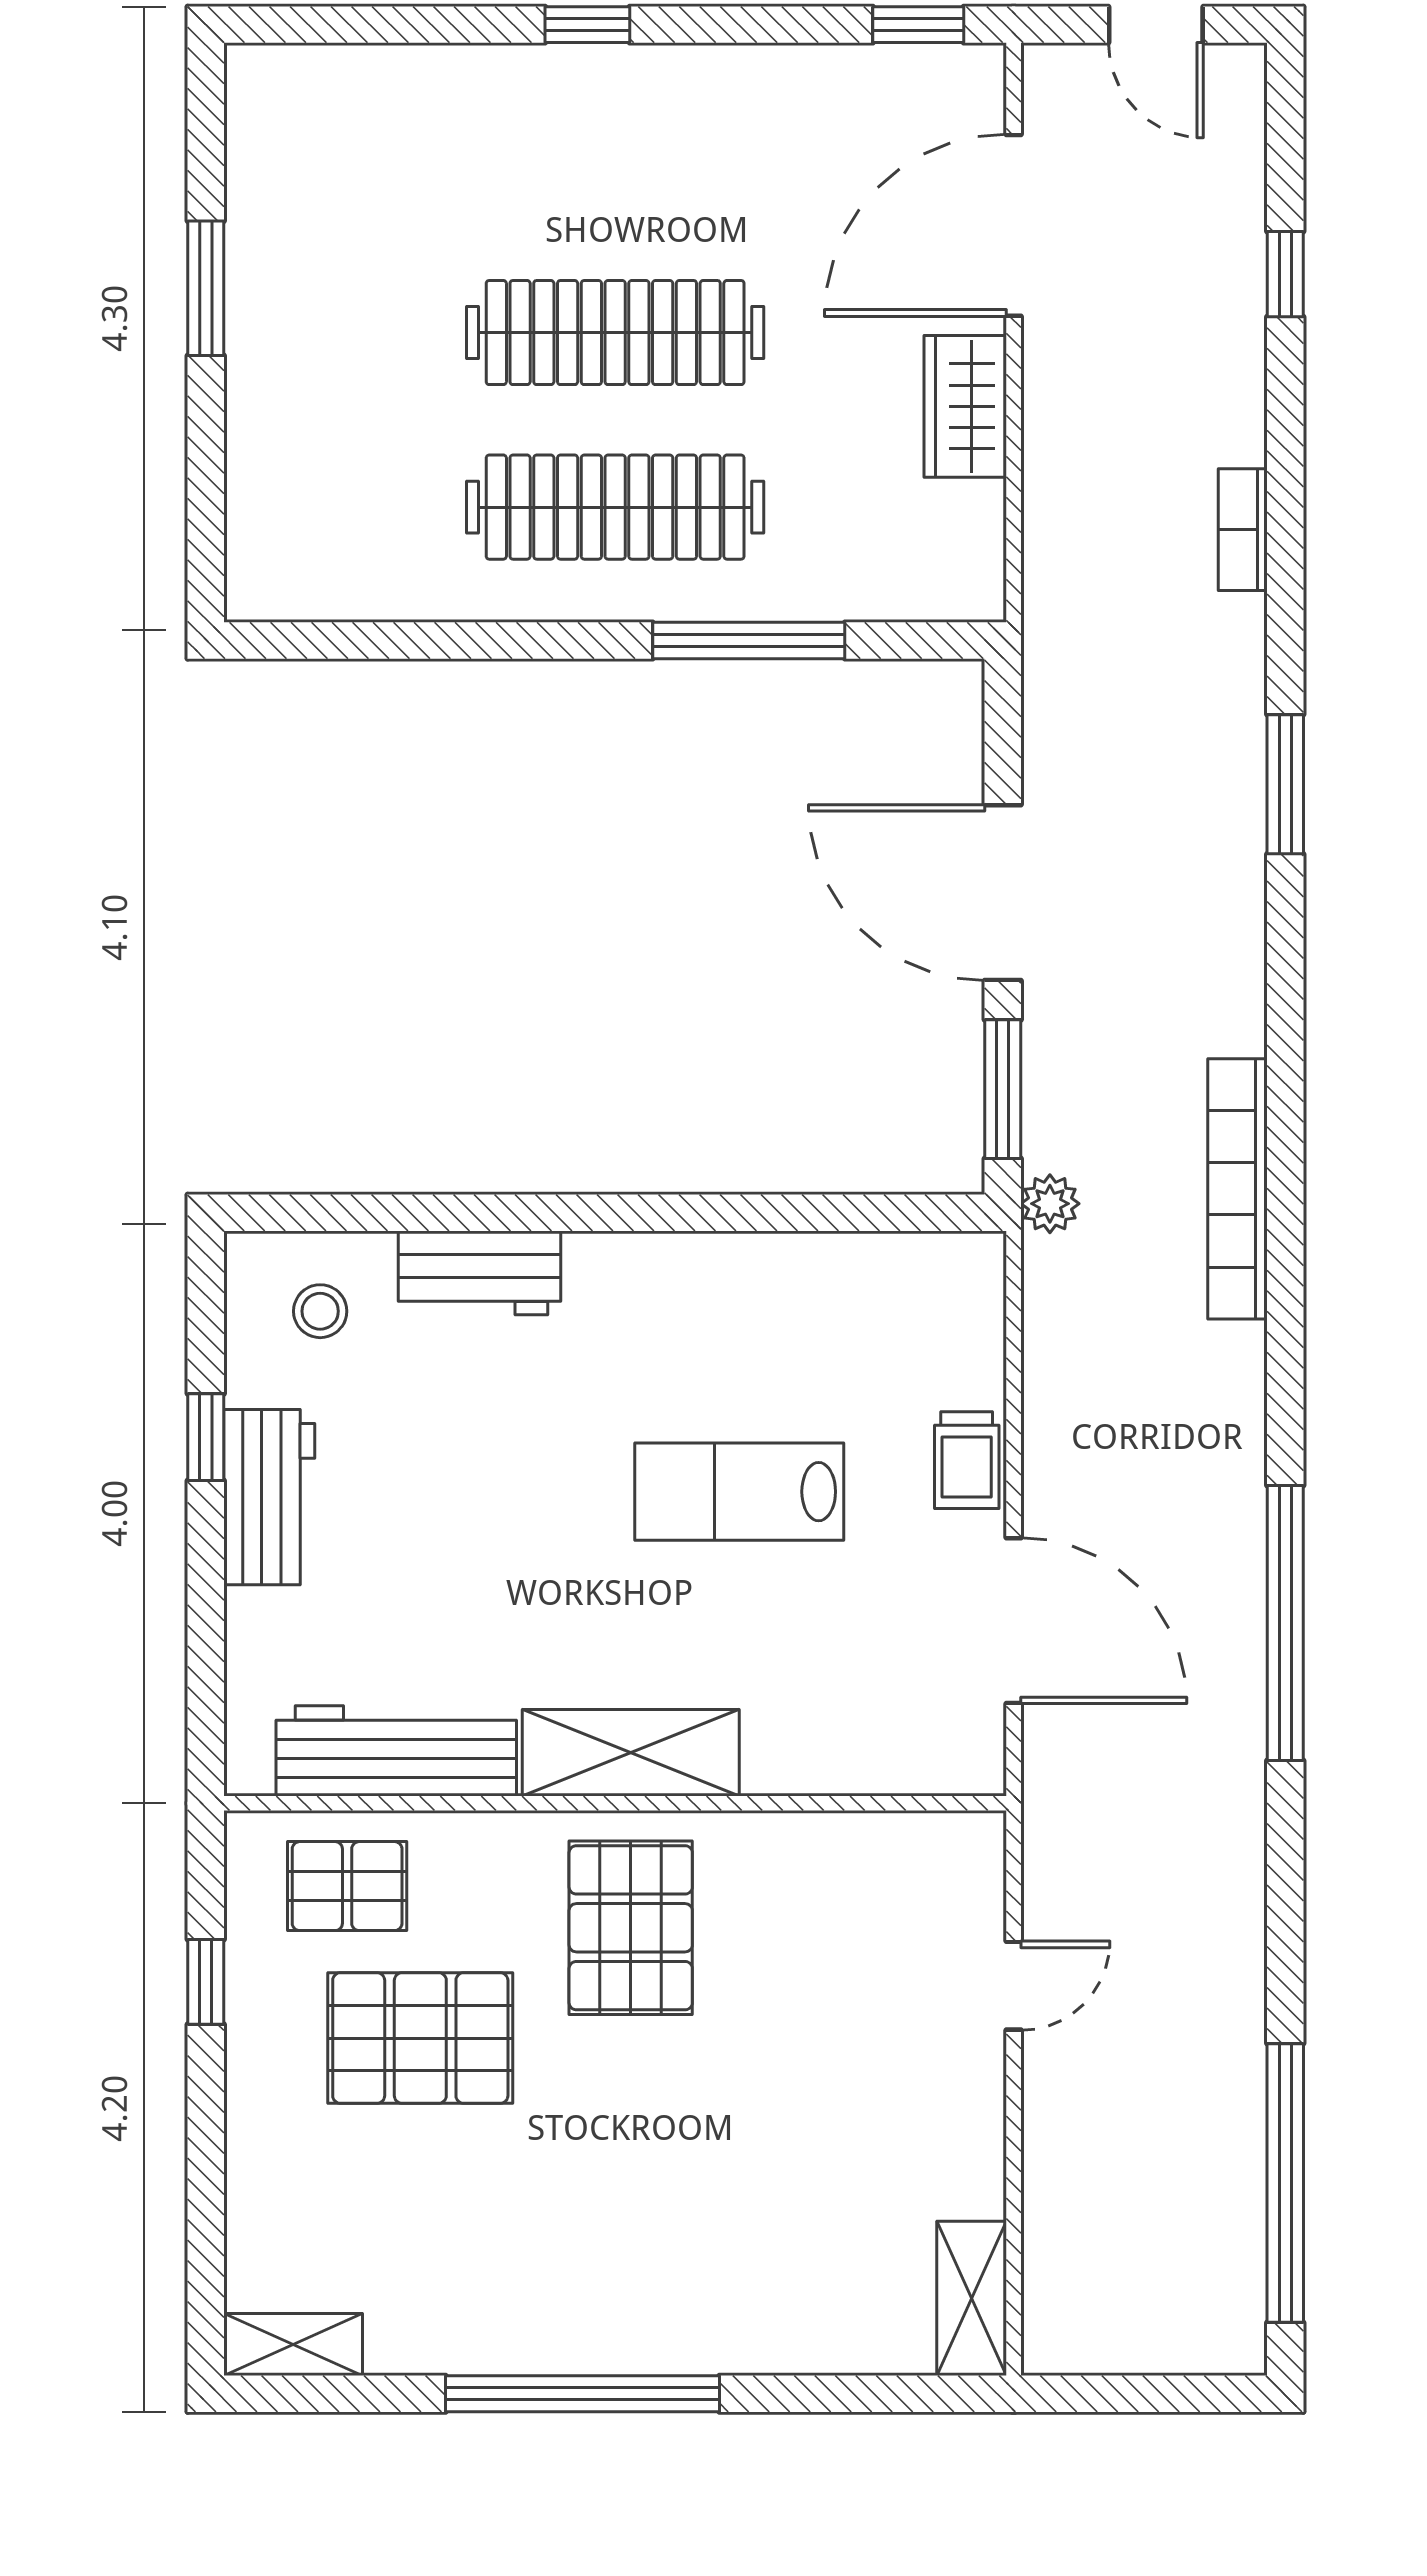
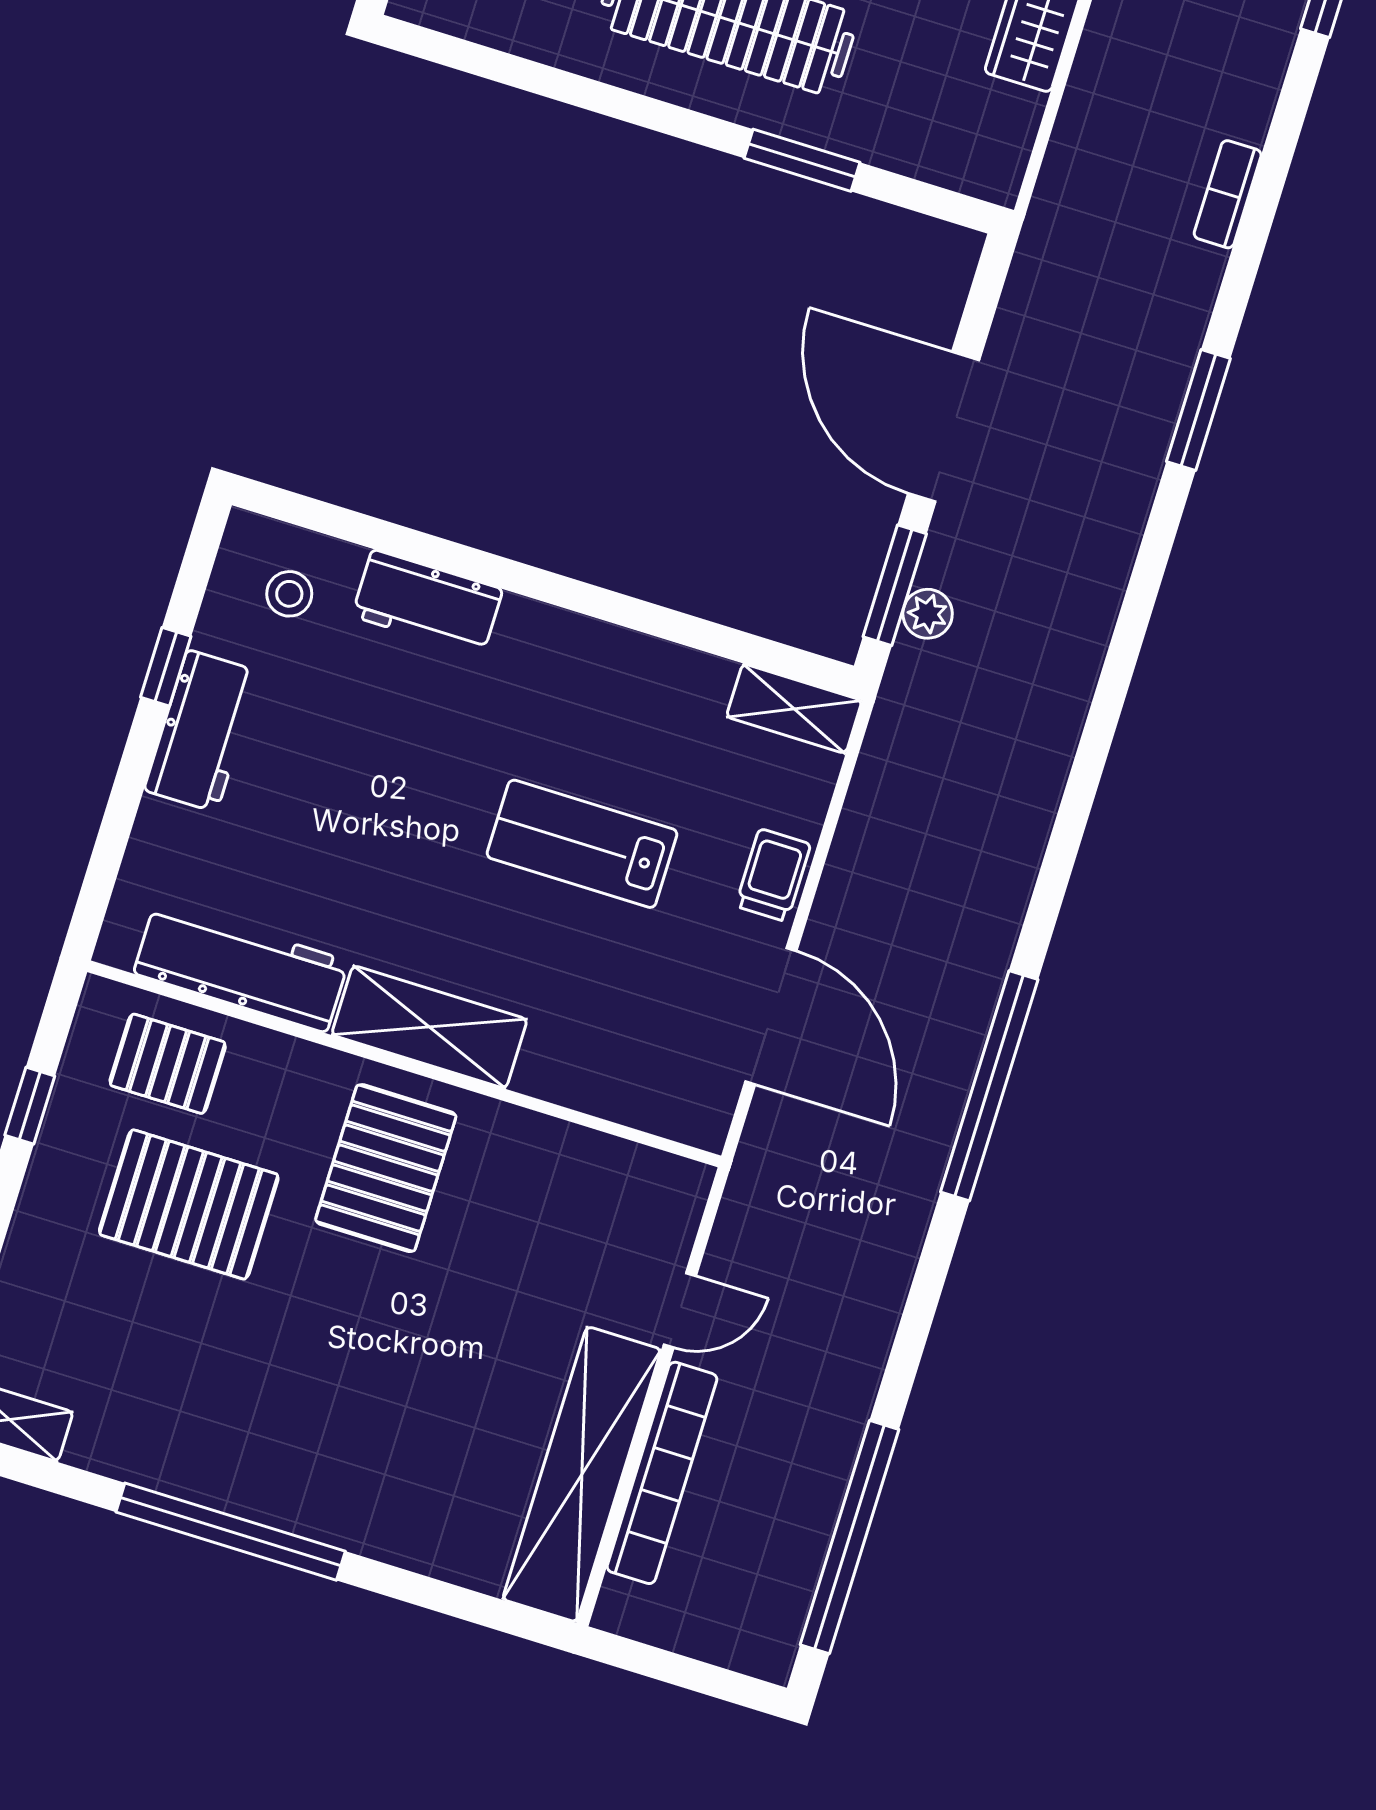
window: (749, 640) -> (802, 160), width x0.69
bookcase: (1238, 1189) -> (662, 1473), moved, turned 180
plant: (1050, 1204) -> (928, 614), moved
shelving: (932, 1264) -> (794, 709), added
trolley: (967, 1460) -> (773, 875), turned 180
shelving: (972, 2298) -> (582, 1474), width x2.20, depth x1.33

